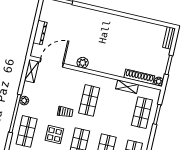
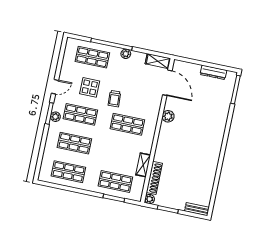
dresser: (40, 33) -> (213, 72), moved

